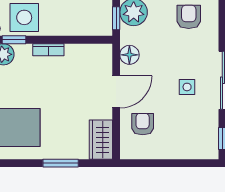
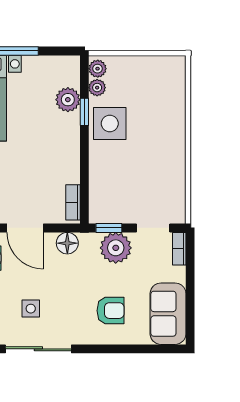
bookcase: (48, 50) -> (73, 202), moved

